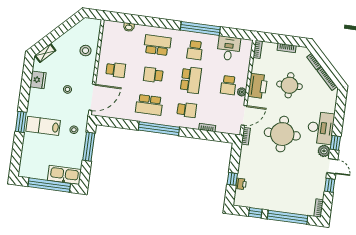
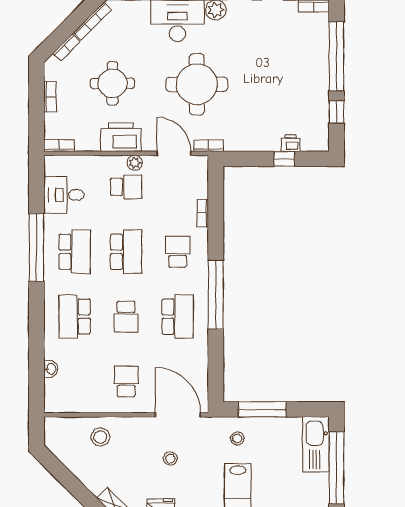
school desk: (195, 50) -> (75, 252), width x1.85
school desk: (191, 80) -> (126, 252), turned 90

